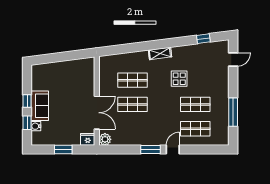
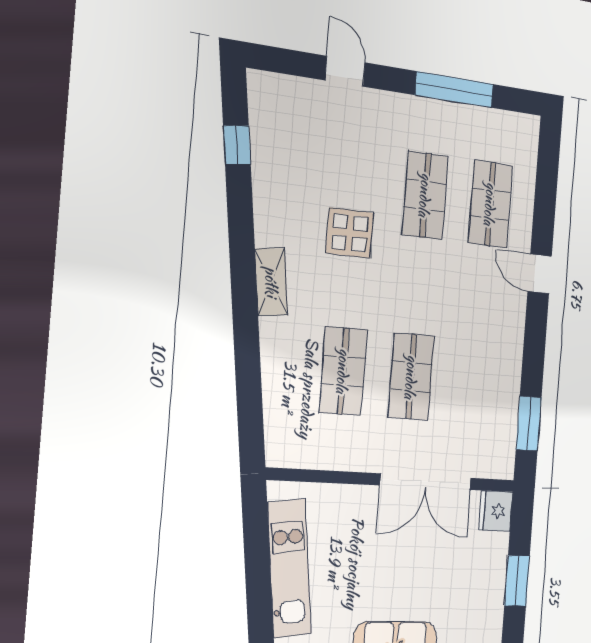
door: (233, 60) -> (345, 71), moved
kitchen unit: (66, 67) -> (289, 568), added
double door: (97, 113) -> (426, 482), swing flipped
plant: (105, 139) -> (499, 462), removed
window: (150, 150) -> (529, 423), moved

